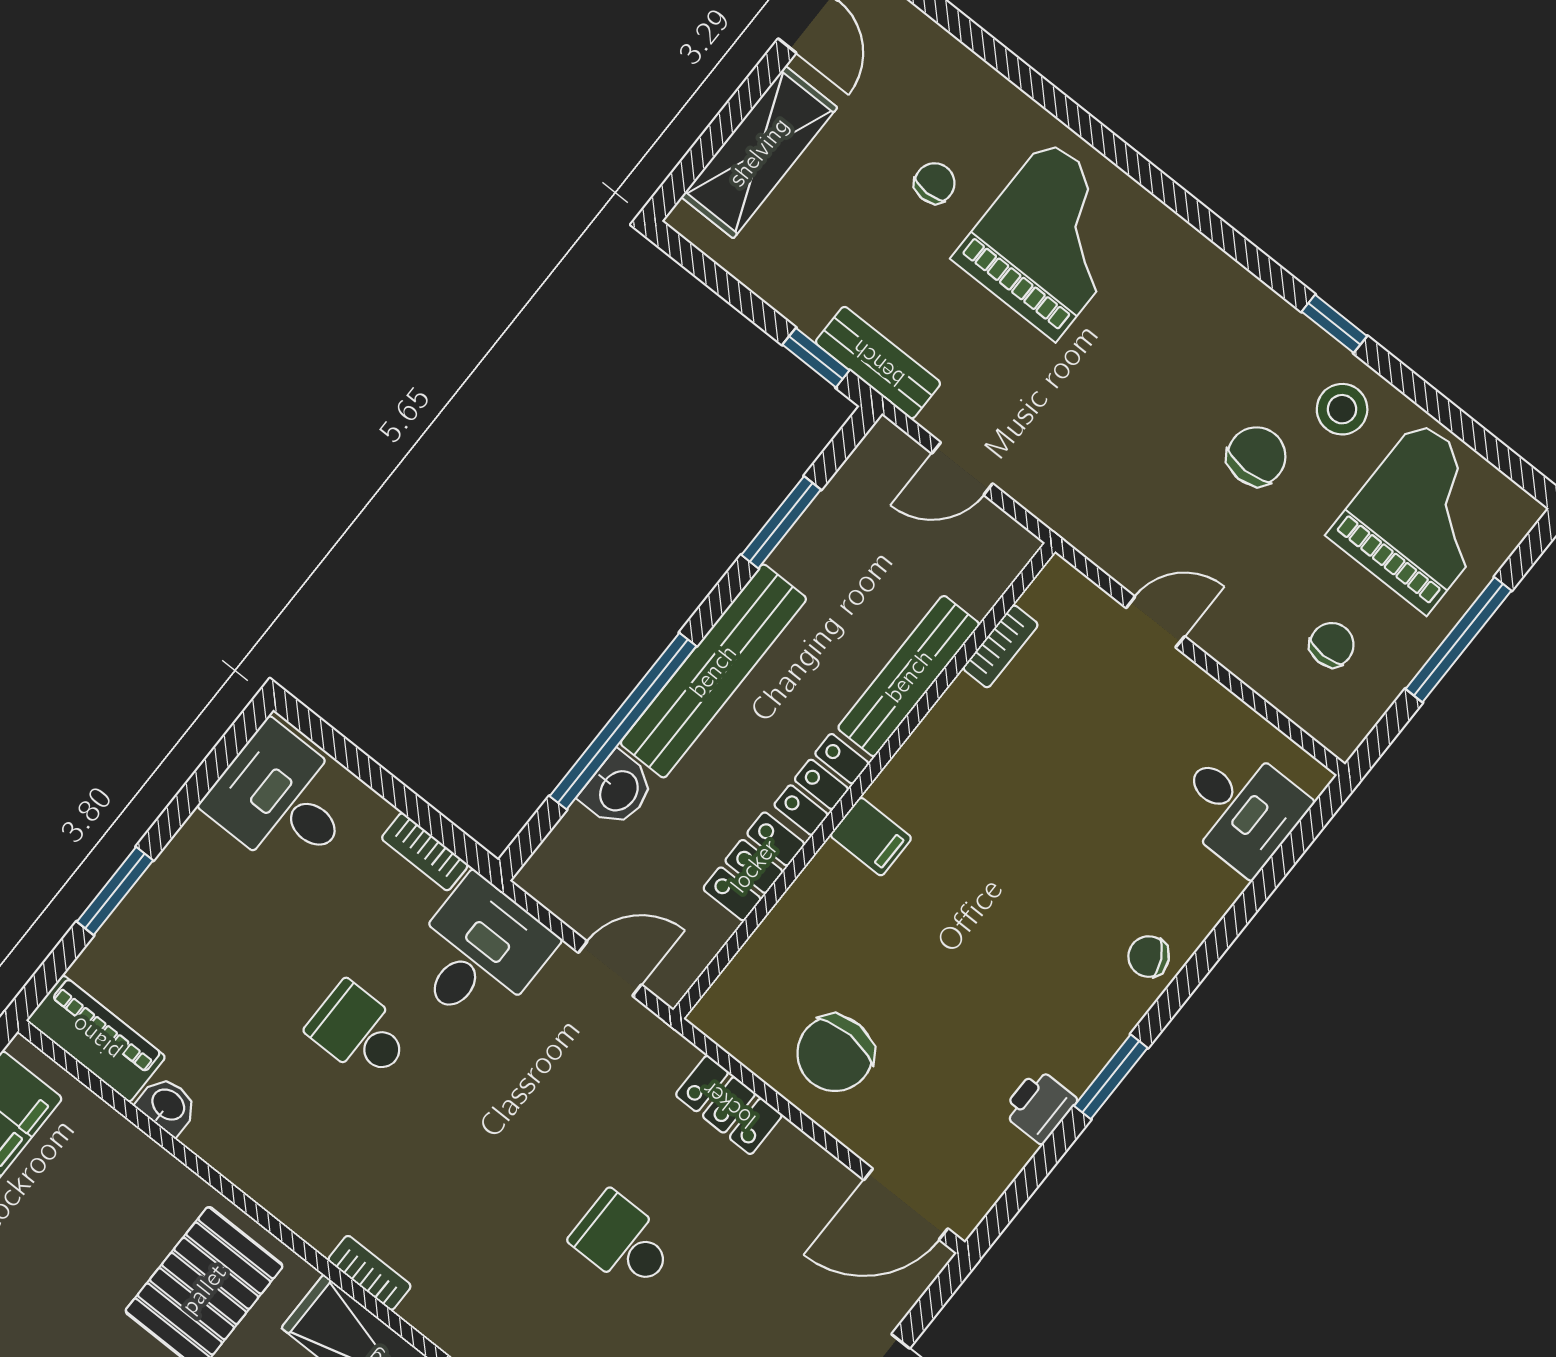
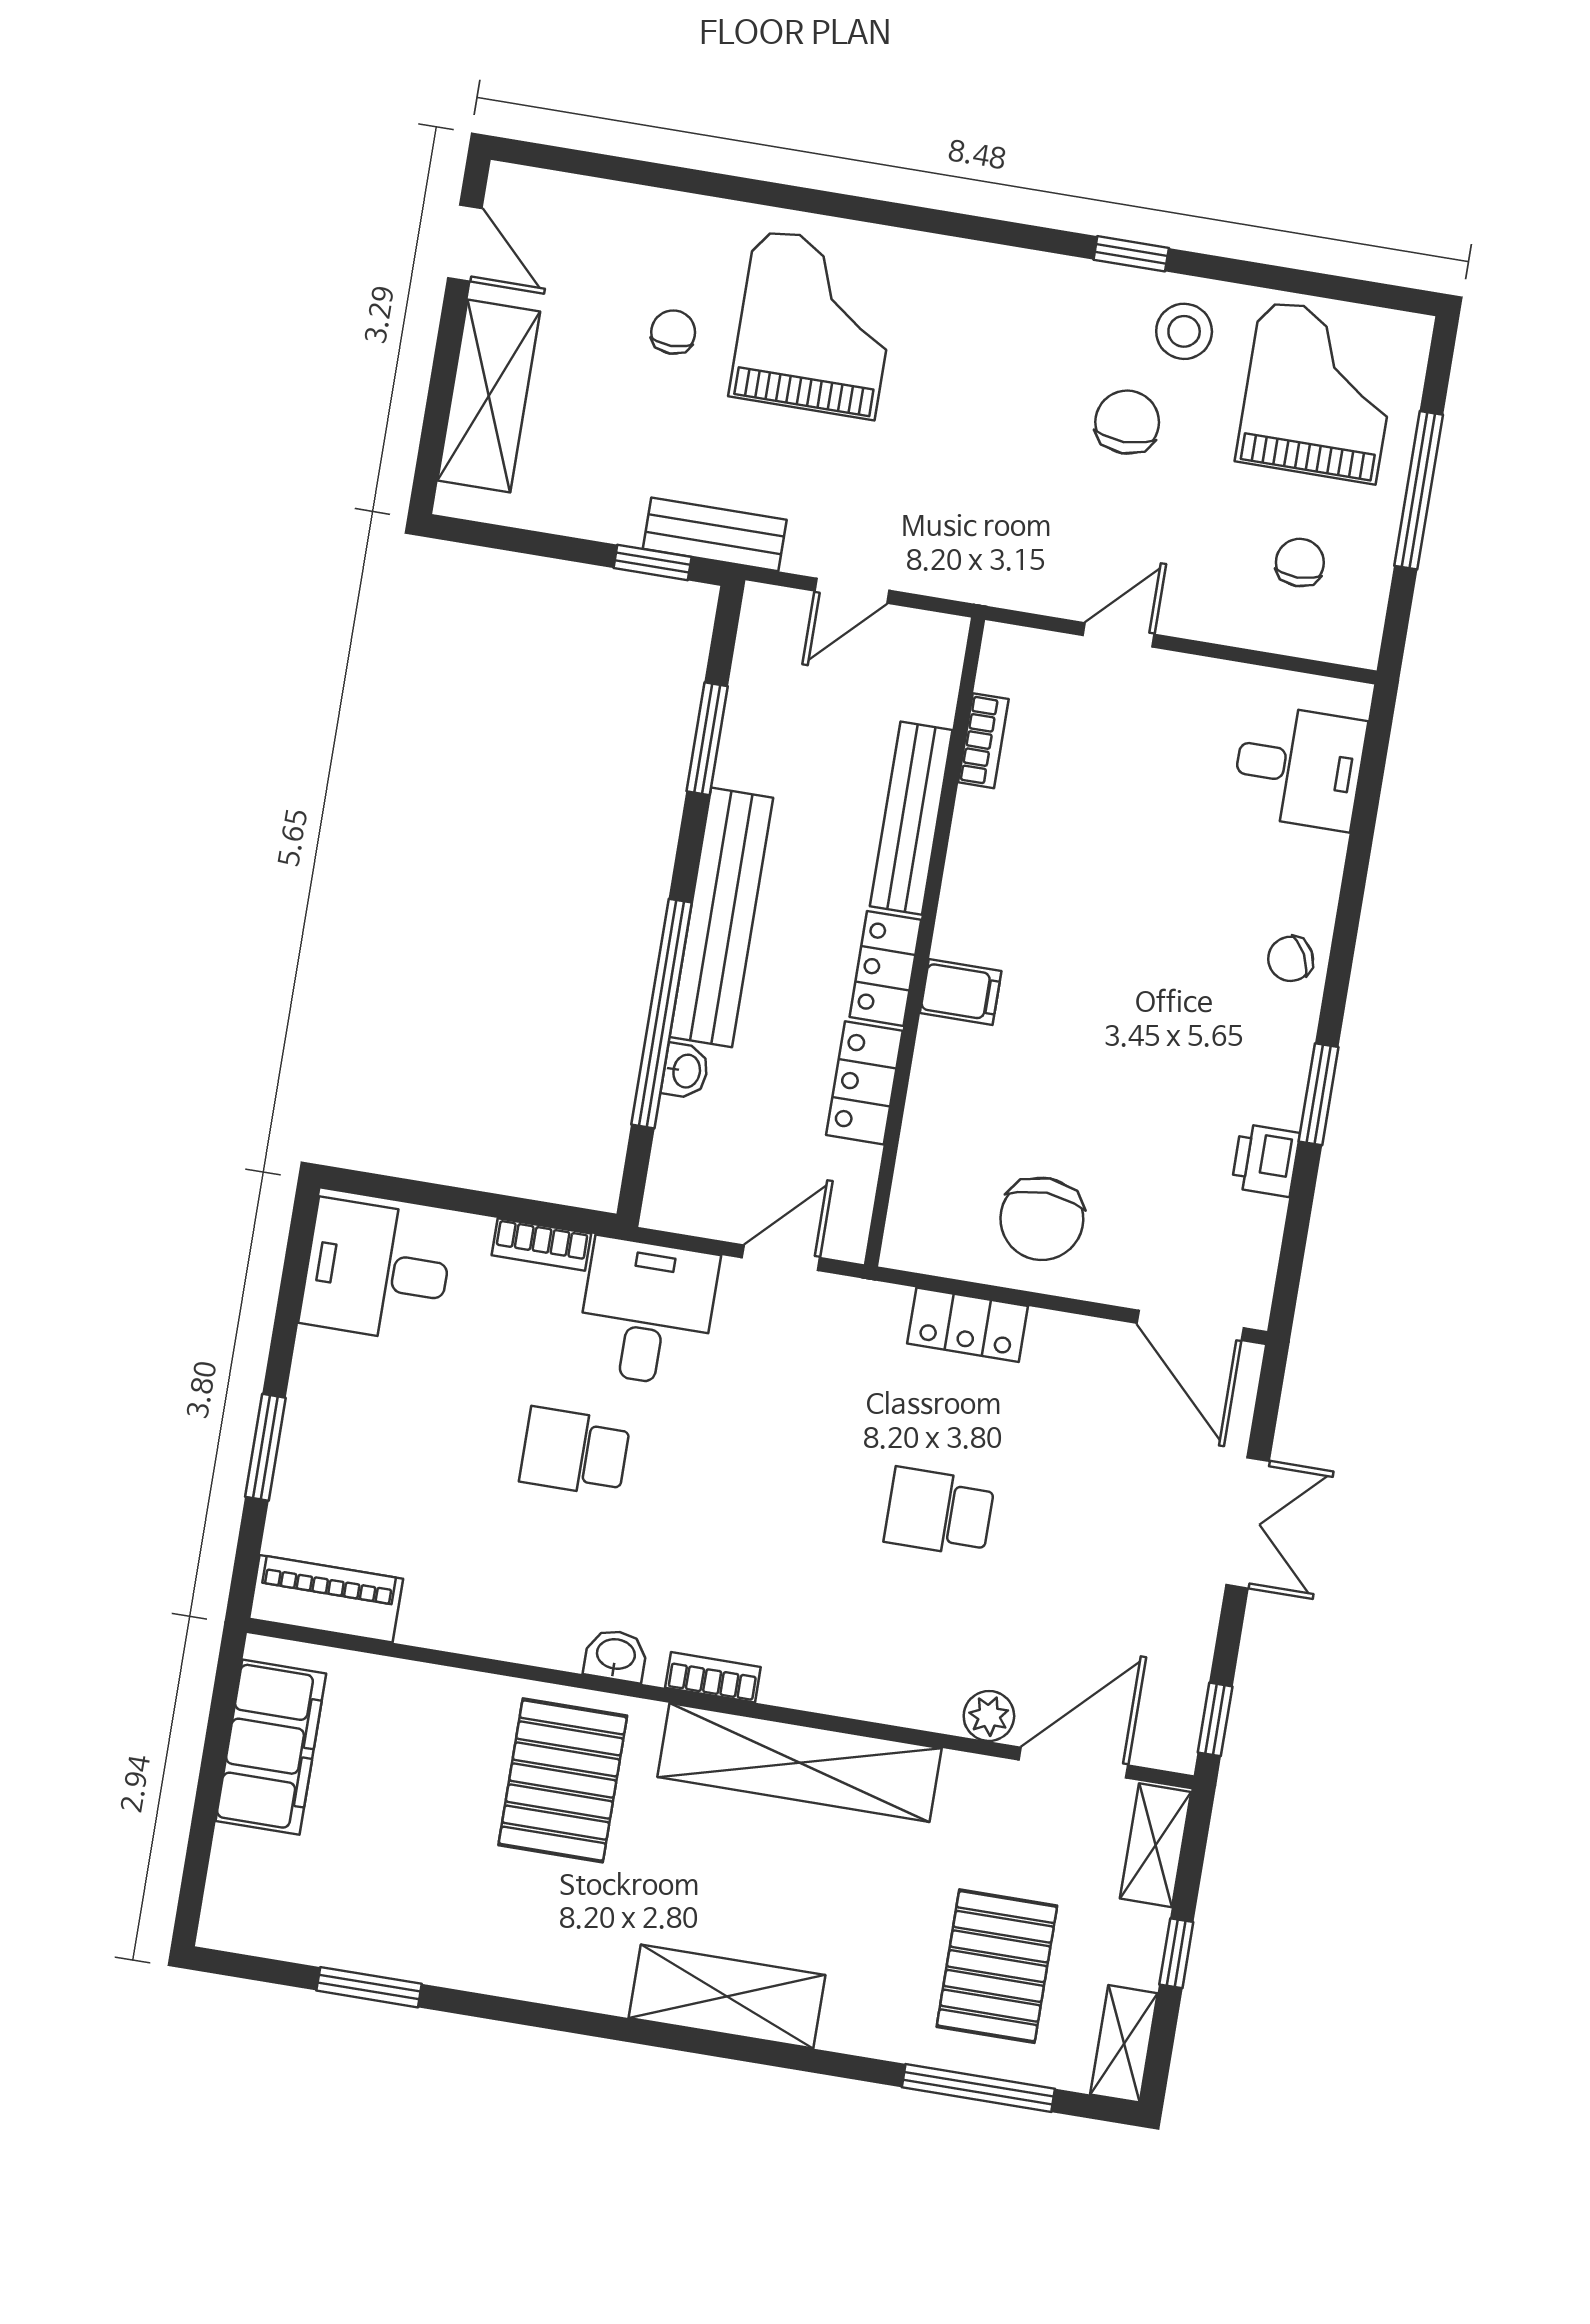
washbasin: (618, 790) -> (685, 1071), width x0.72, depth x0.69
washbasin: (167, 1106) -> (616, 1655), moved
door: (906, 1204) -> (1190, 1325), hinge flipped

